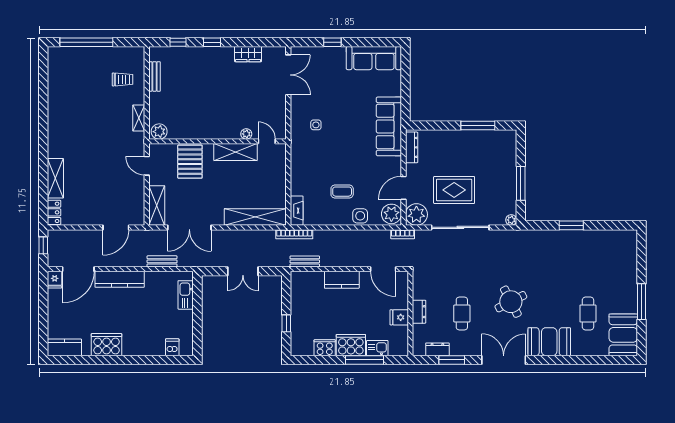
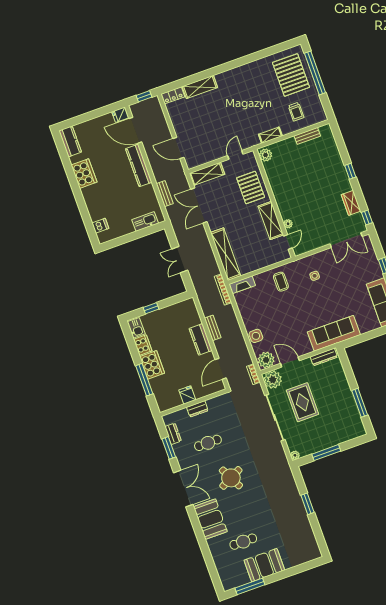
window: (178, 42) -> (367, 218), moved
pallet: (79, 70) -> (291, 75), added
pallet: (190, 162) -> (251, 188), turned 90
coffee table: (342, 192) -> (281, 282), moved
bench: (305, 261) -> (213, 328), moved
window: (641, 302) -> (250, 586), moved
booth: (623, 335) -> (264, 565), moved
kitchen sink: (377, 348) -> (136, 328), moved

